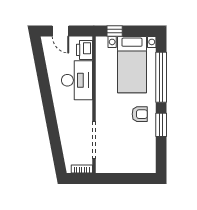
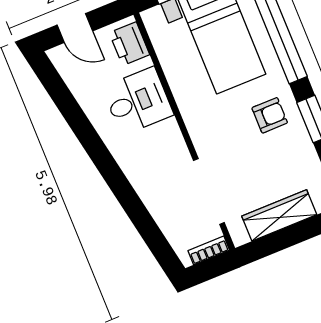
desk: (77, 80) -> (138, 101), width x0.73
wardrobe: (124, 166) -> (279, 215), added

